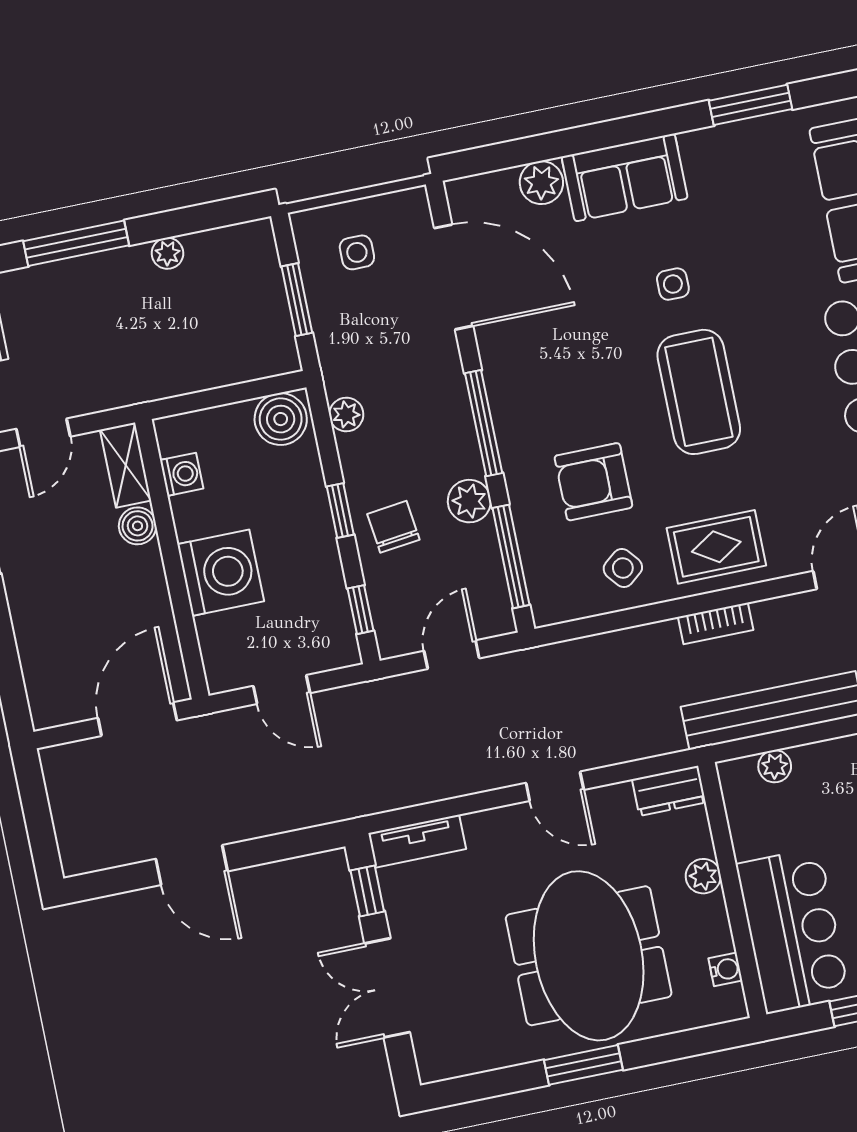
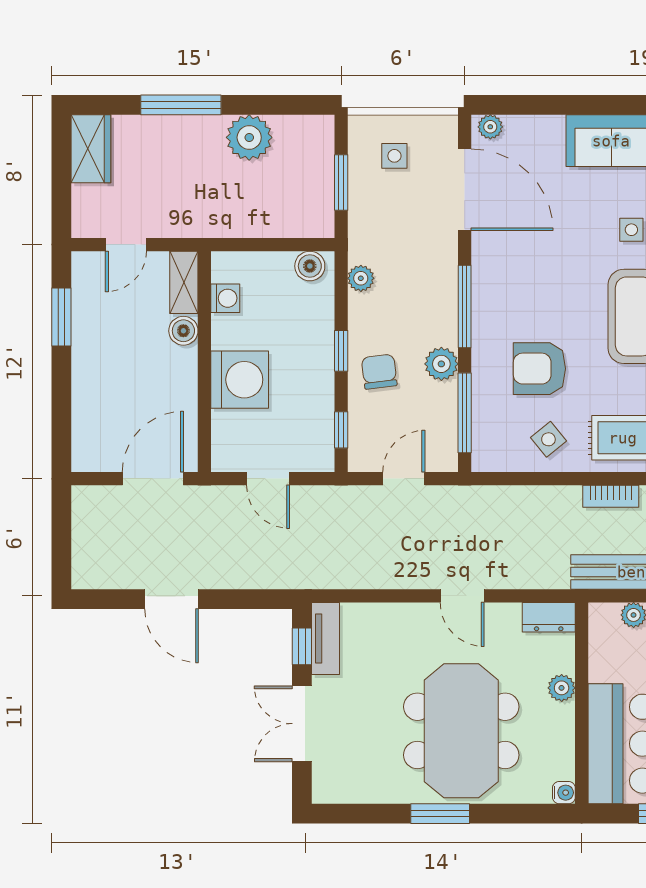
plant: (541, 183) -> (490, 127), moved, width x0.73, depth x0.73
plant: (167, 253) -> (249, 137), width x1.88, depth x1.88
boiler: (281, 419) -> (310, 266), width x0.73, depth x0.73
tv unit: (417, 841) -> (326, 638), moved, turned -90
water cooler: (725, 969) -> (564, 793), moved

